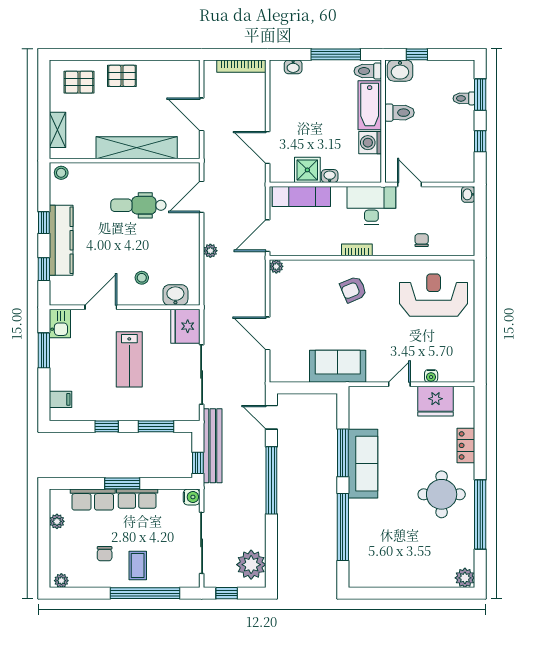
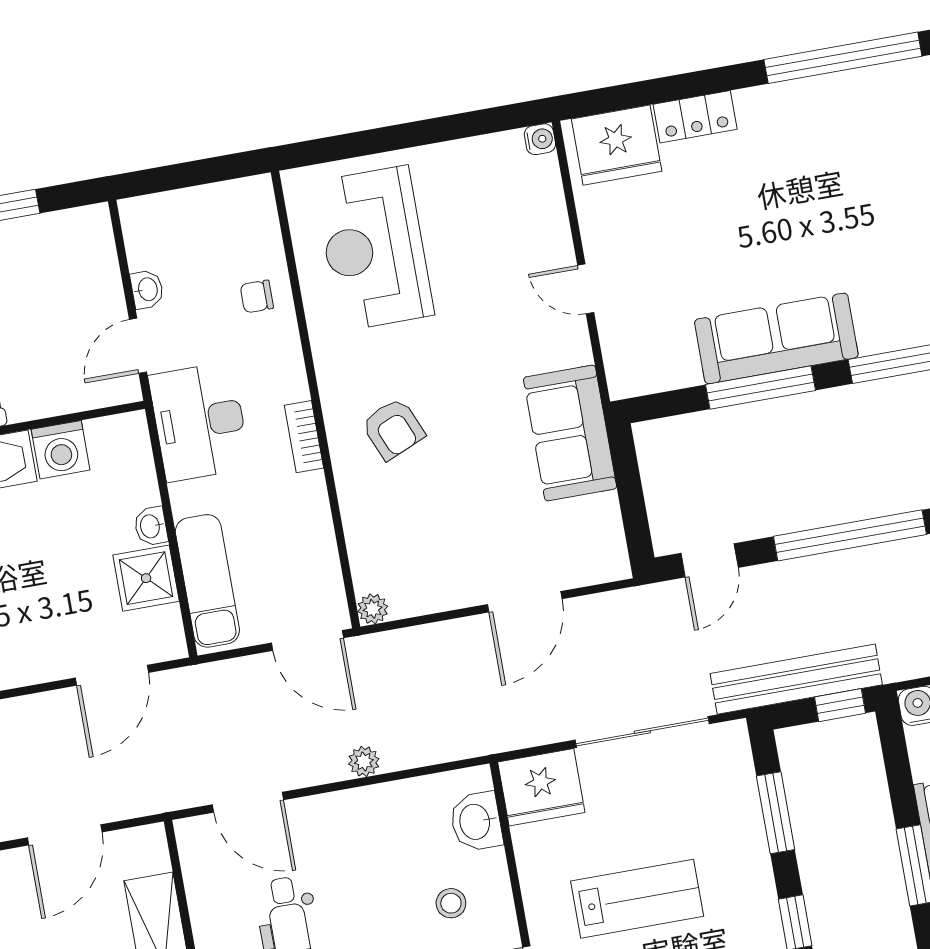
washbasin: (468, 194) -> (147, 289), moved, turned -90
water cooler: (431, 376) -> (540, 139), moved
fridge: (436, 401) -> (617, 145), moved, turned 90
round table: (442, 494) -> (813, 152), removed

